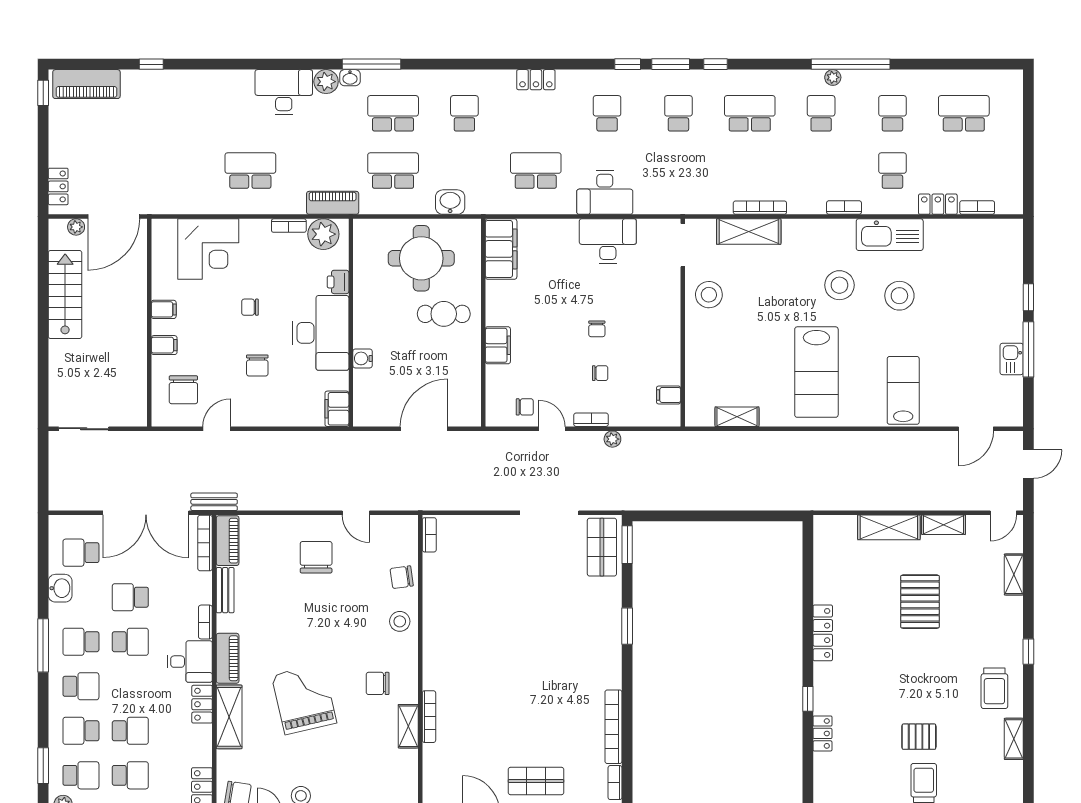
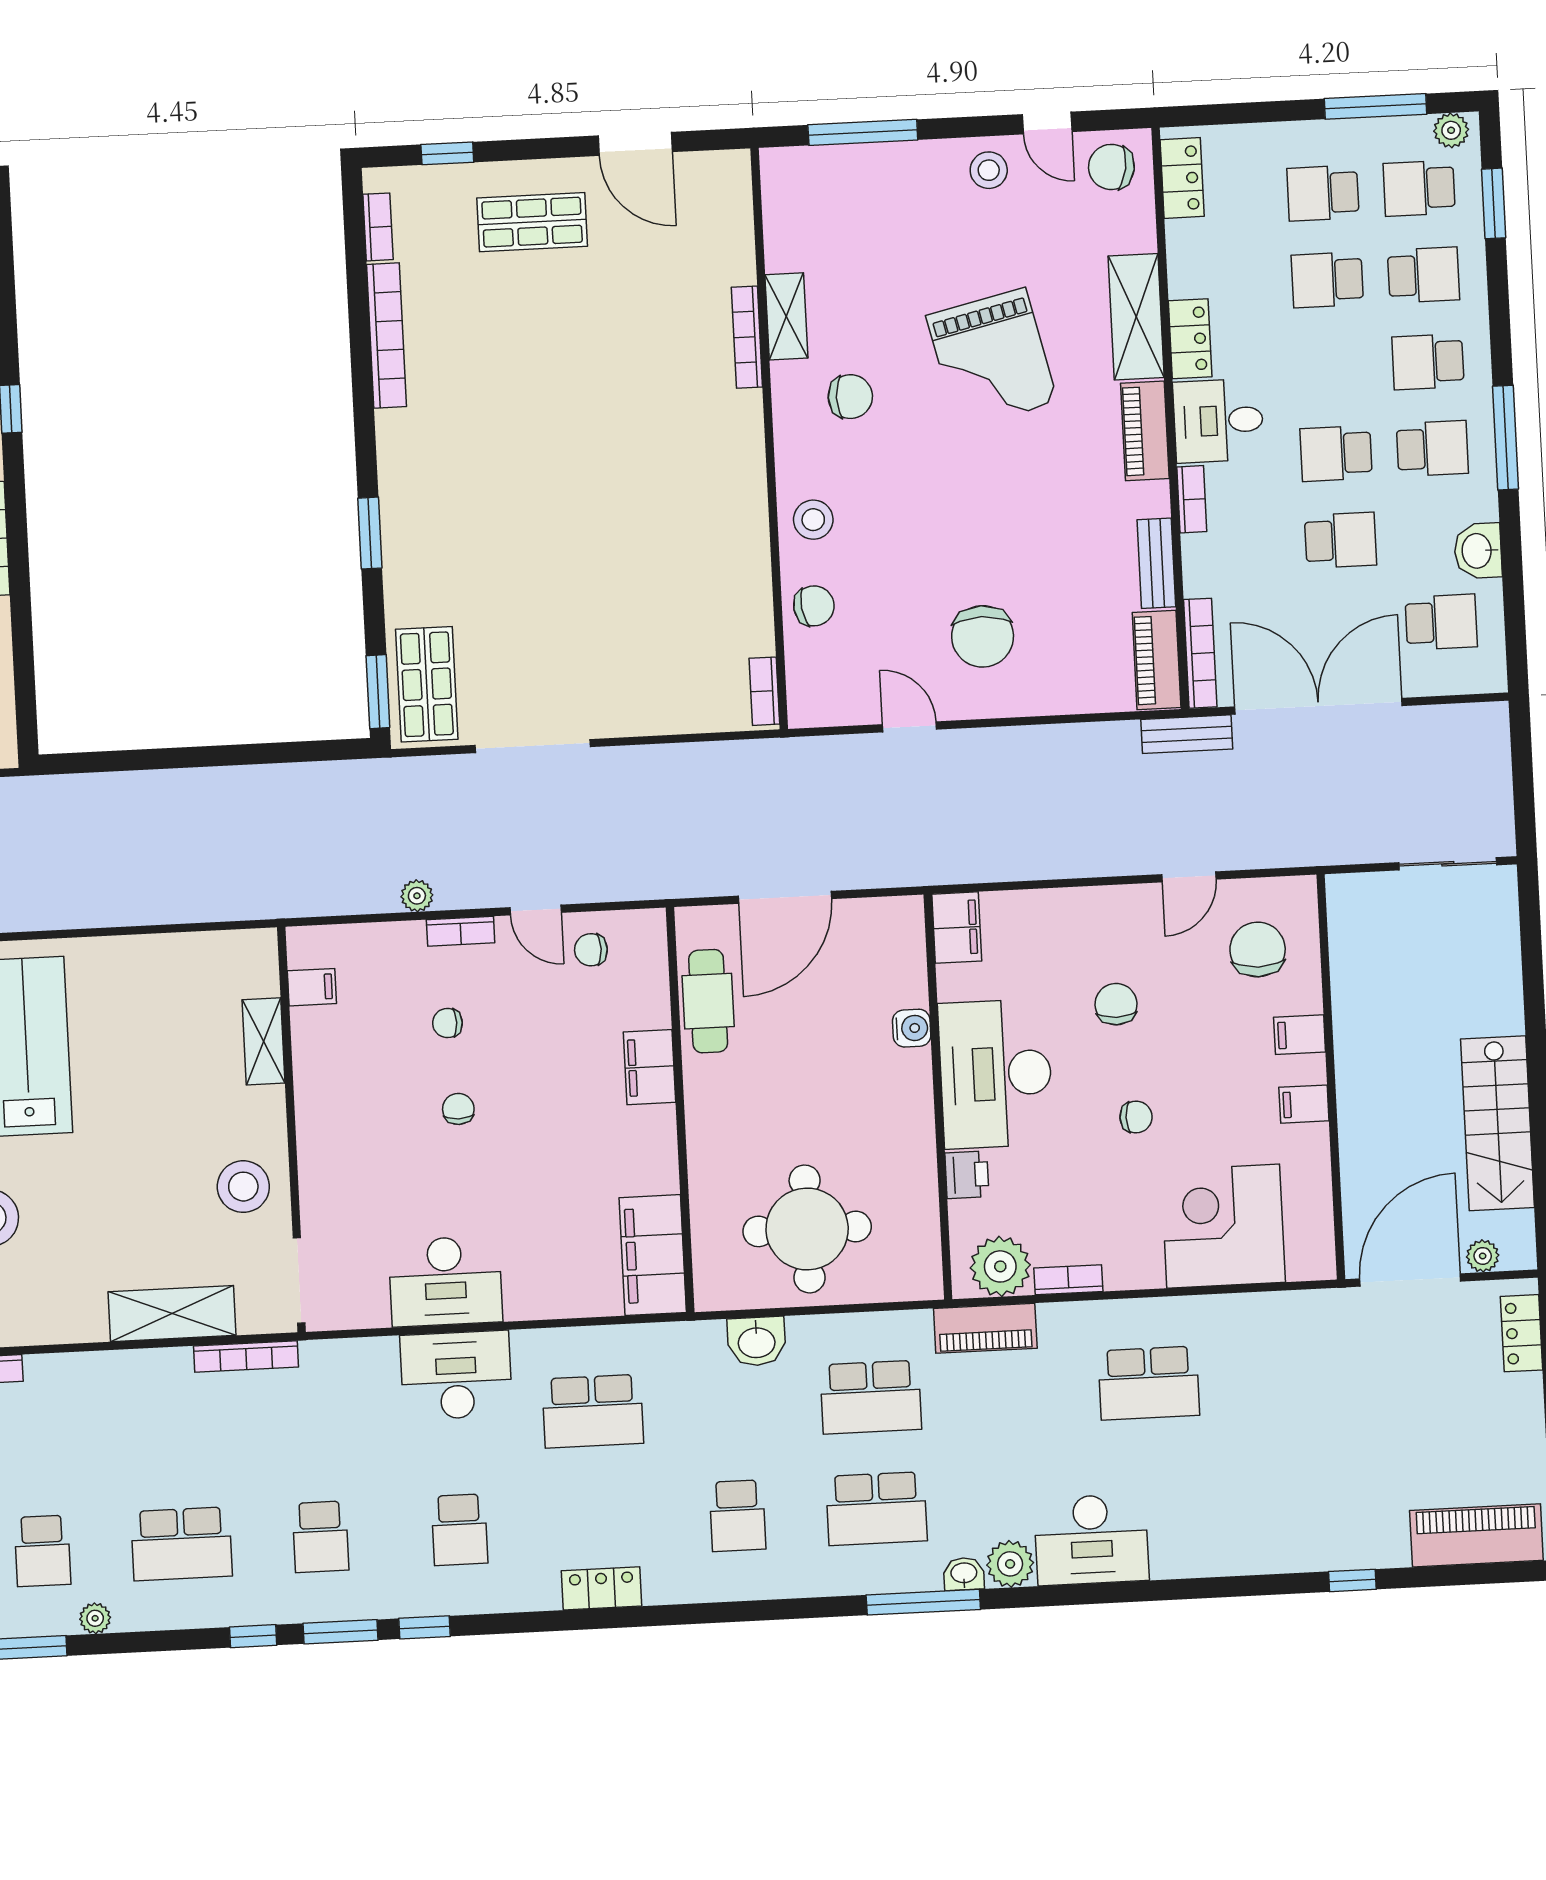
plant: (833, 77) -> (95, 1618), moved
bookcase: (760, 208) -> (246, 1356), moved
cafe table: (444, 314) -> (708, 1001), moved, turned 90
shelving: (737, 417) -> (263, 1041), moved, turned 90

